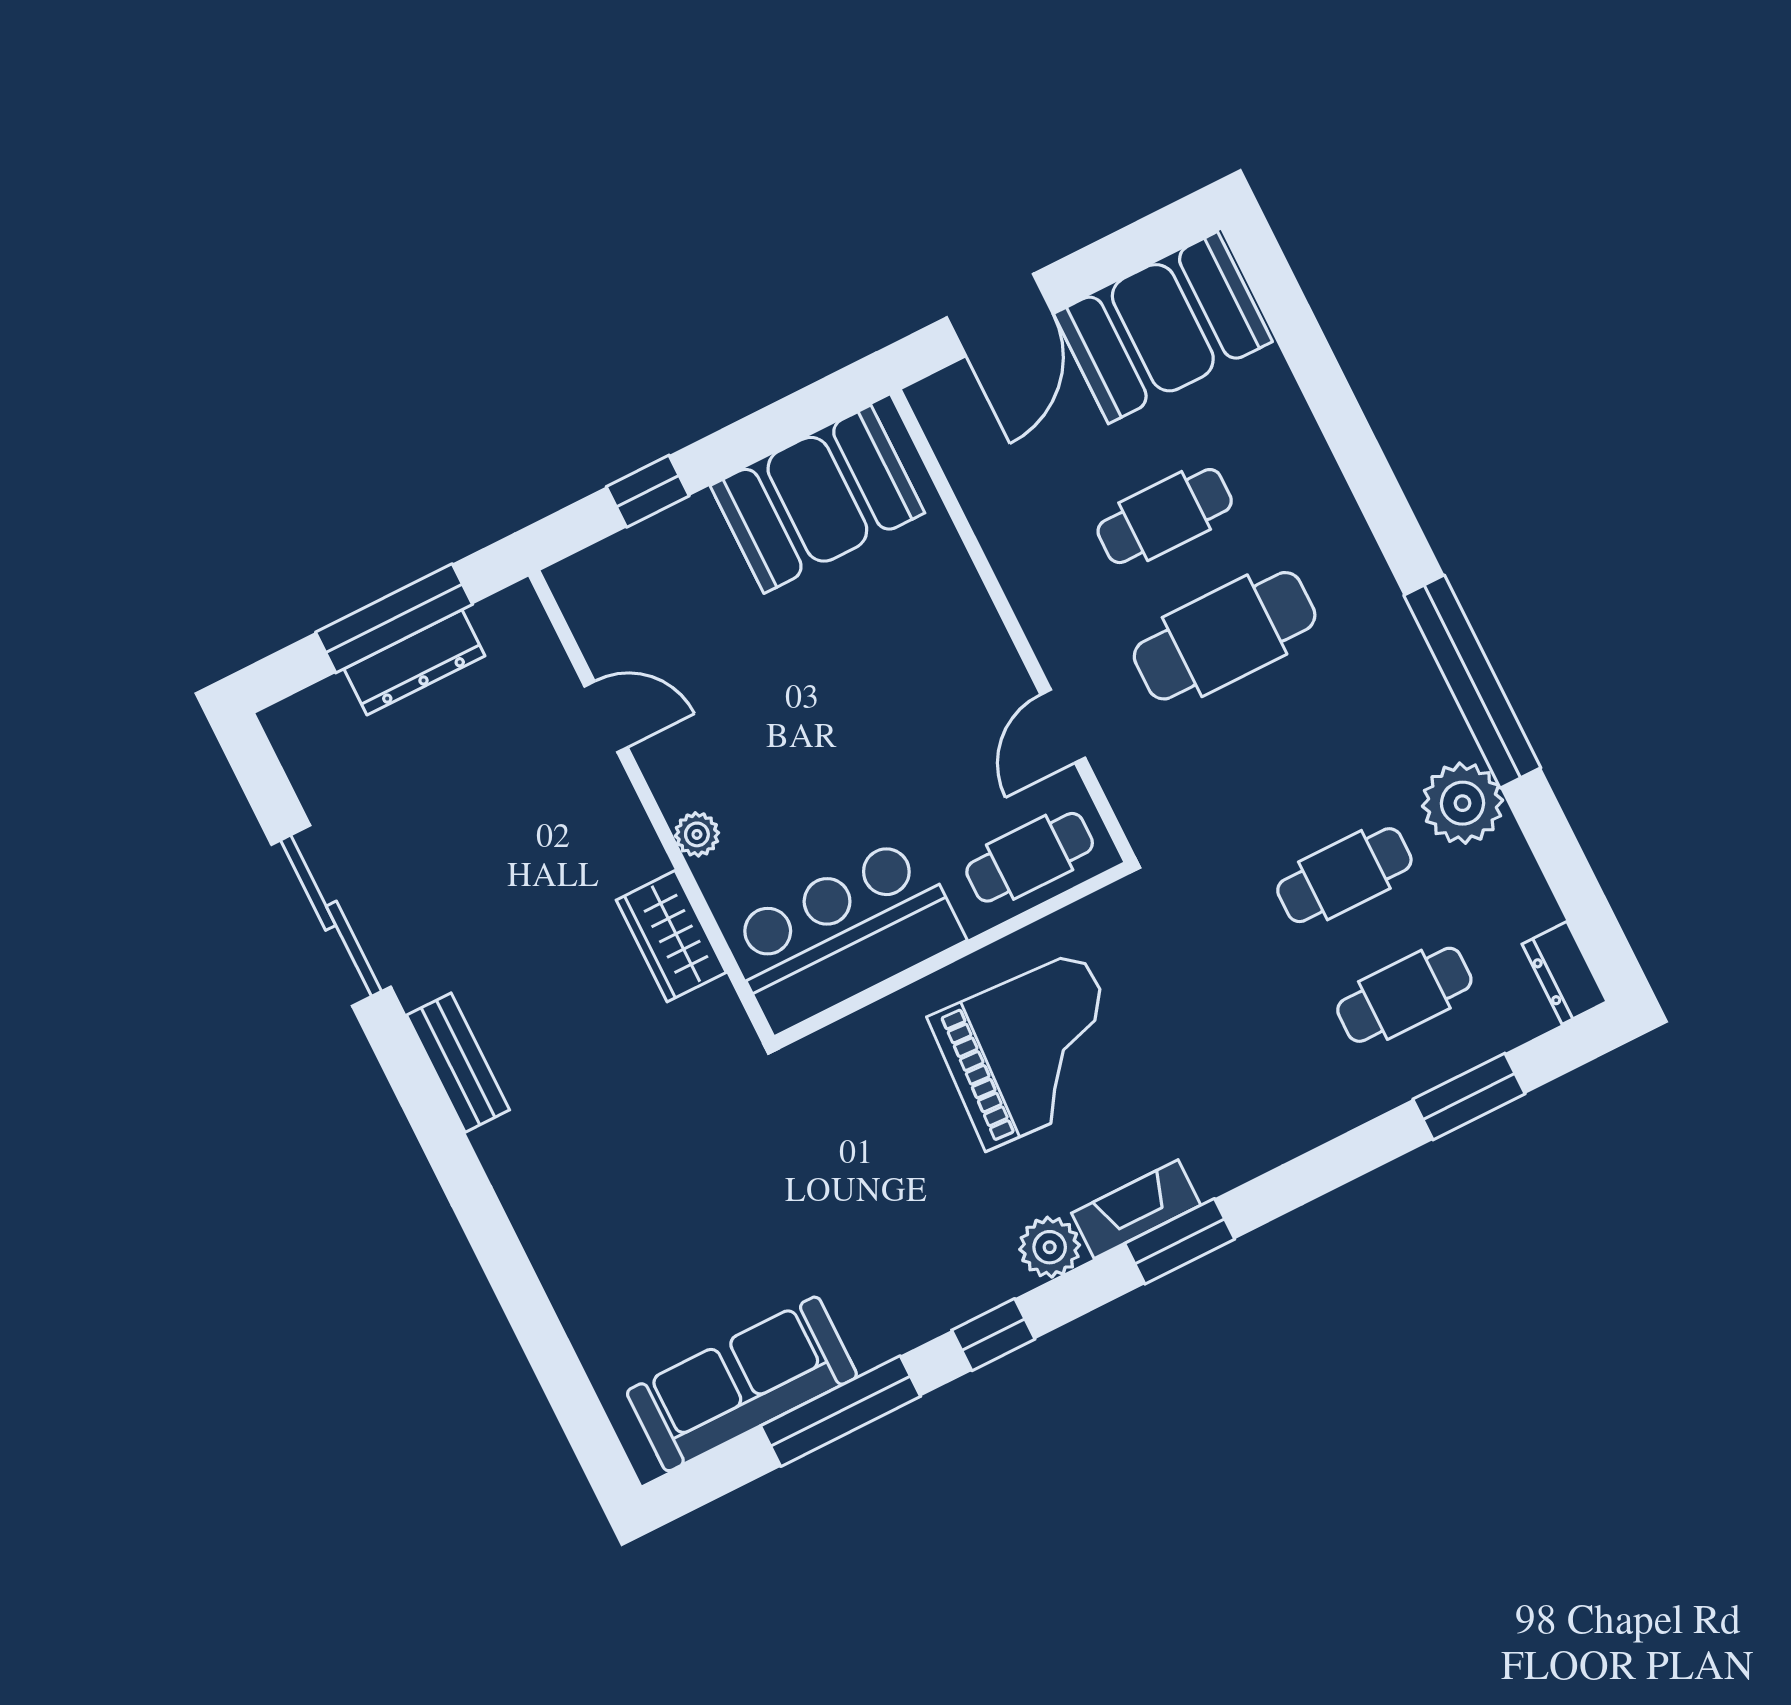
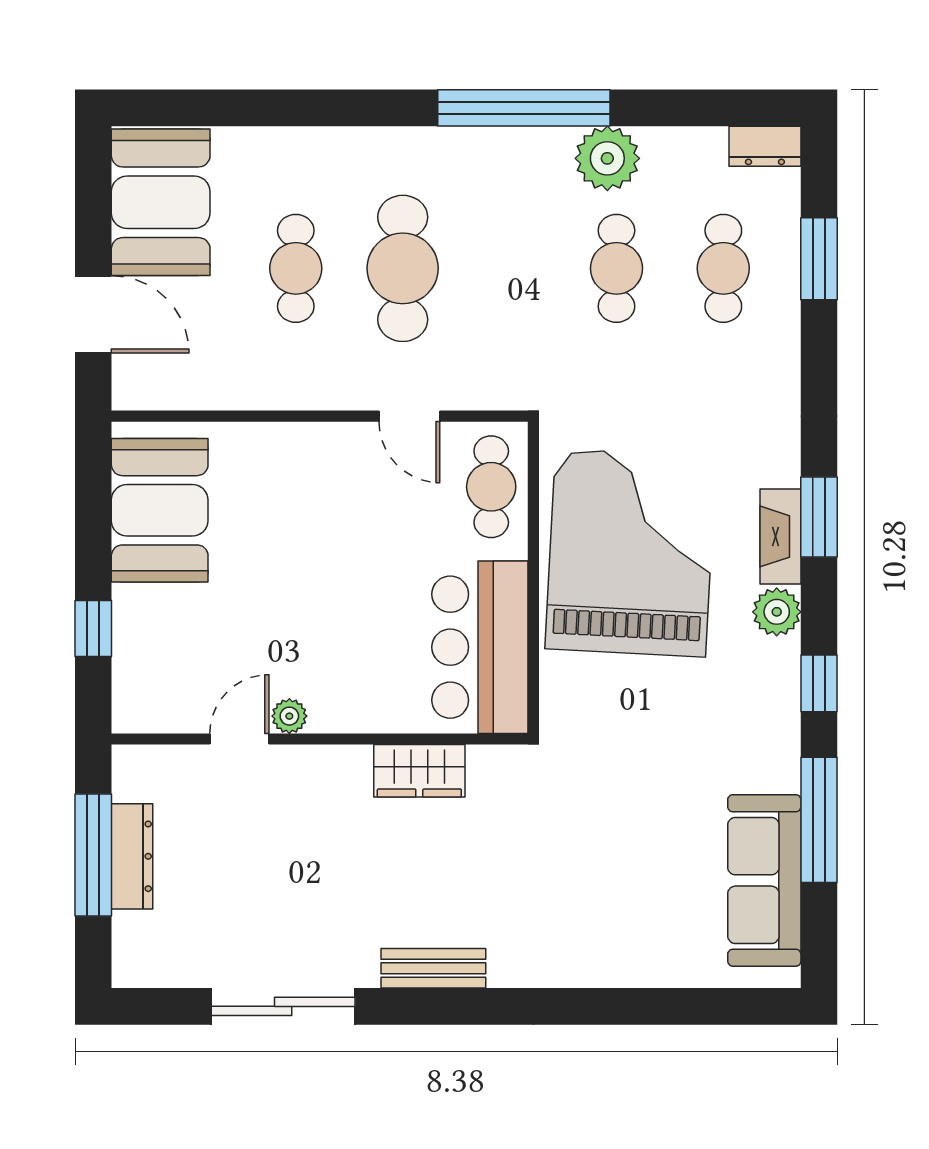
plant: (697, 834) -> (289, 716), moved
grand piano: (1034, 1050) -> (630, 553), width x1.37, depth x1.48

